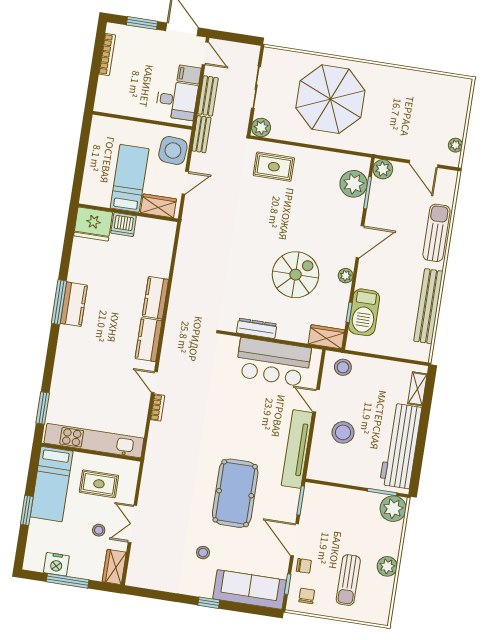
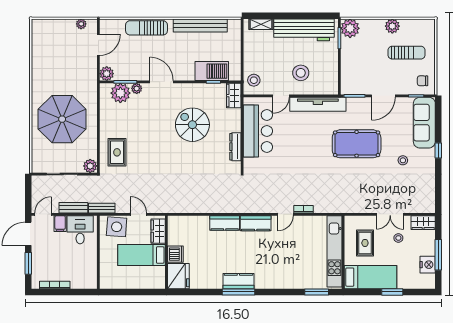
plant: (346, 276) -> (137, 88), moved
chair: (304, 566) -> (401, 86), removed

